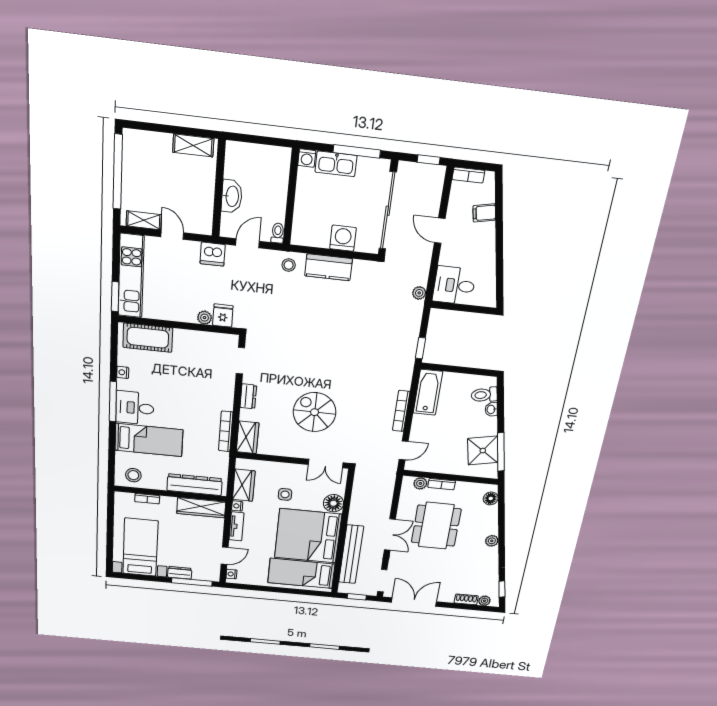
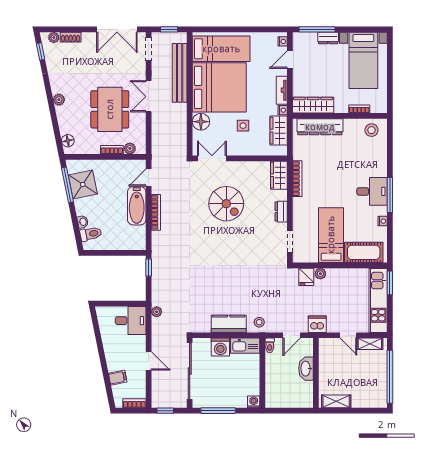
kitchen sink: (336, 164) -> (245, 346), moved, turned 180
bathtub: (428, 392) -> (137, 206), moved
bed: (149, 440) -> (331, 235), moved, turned 90

